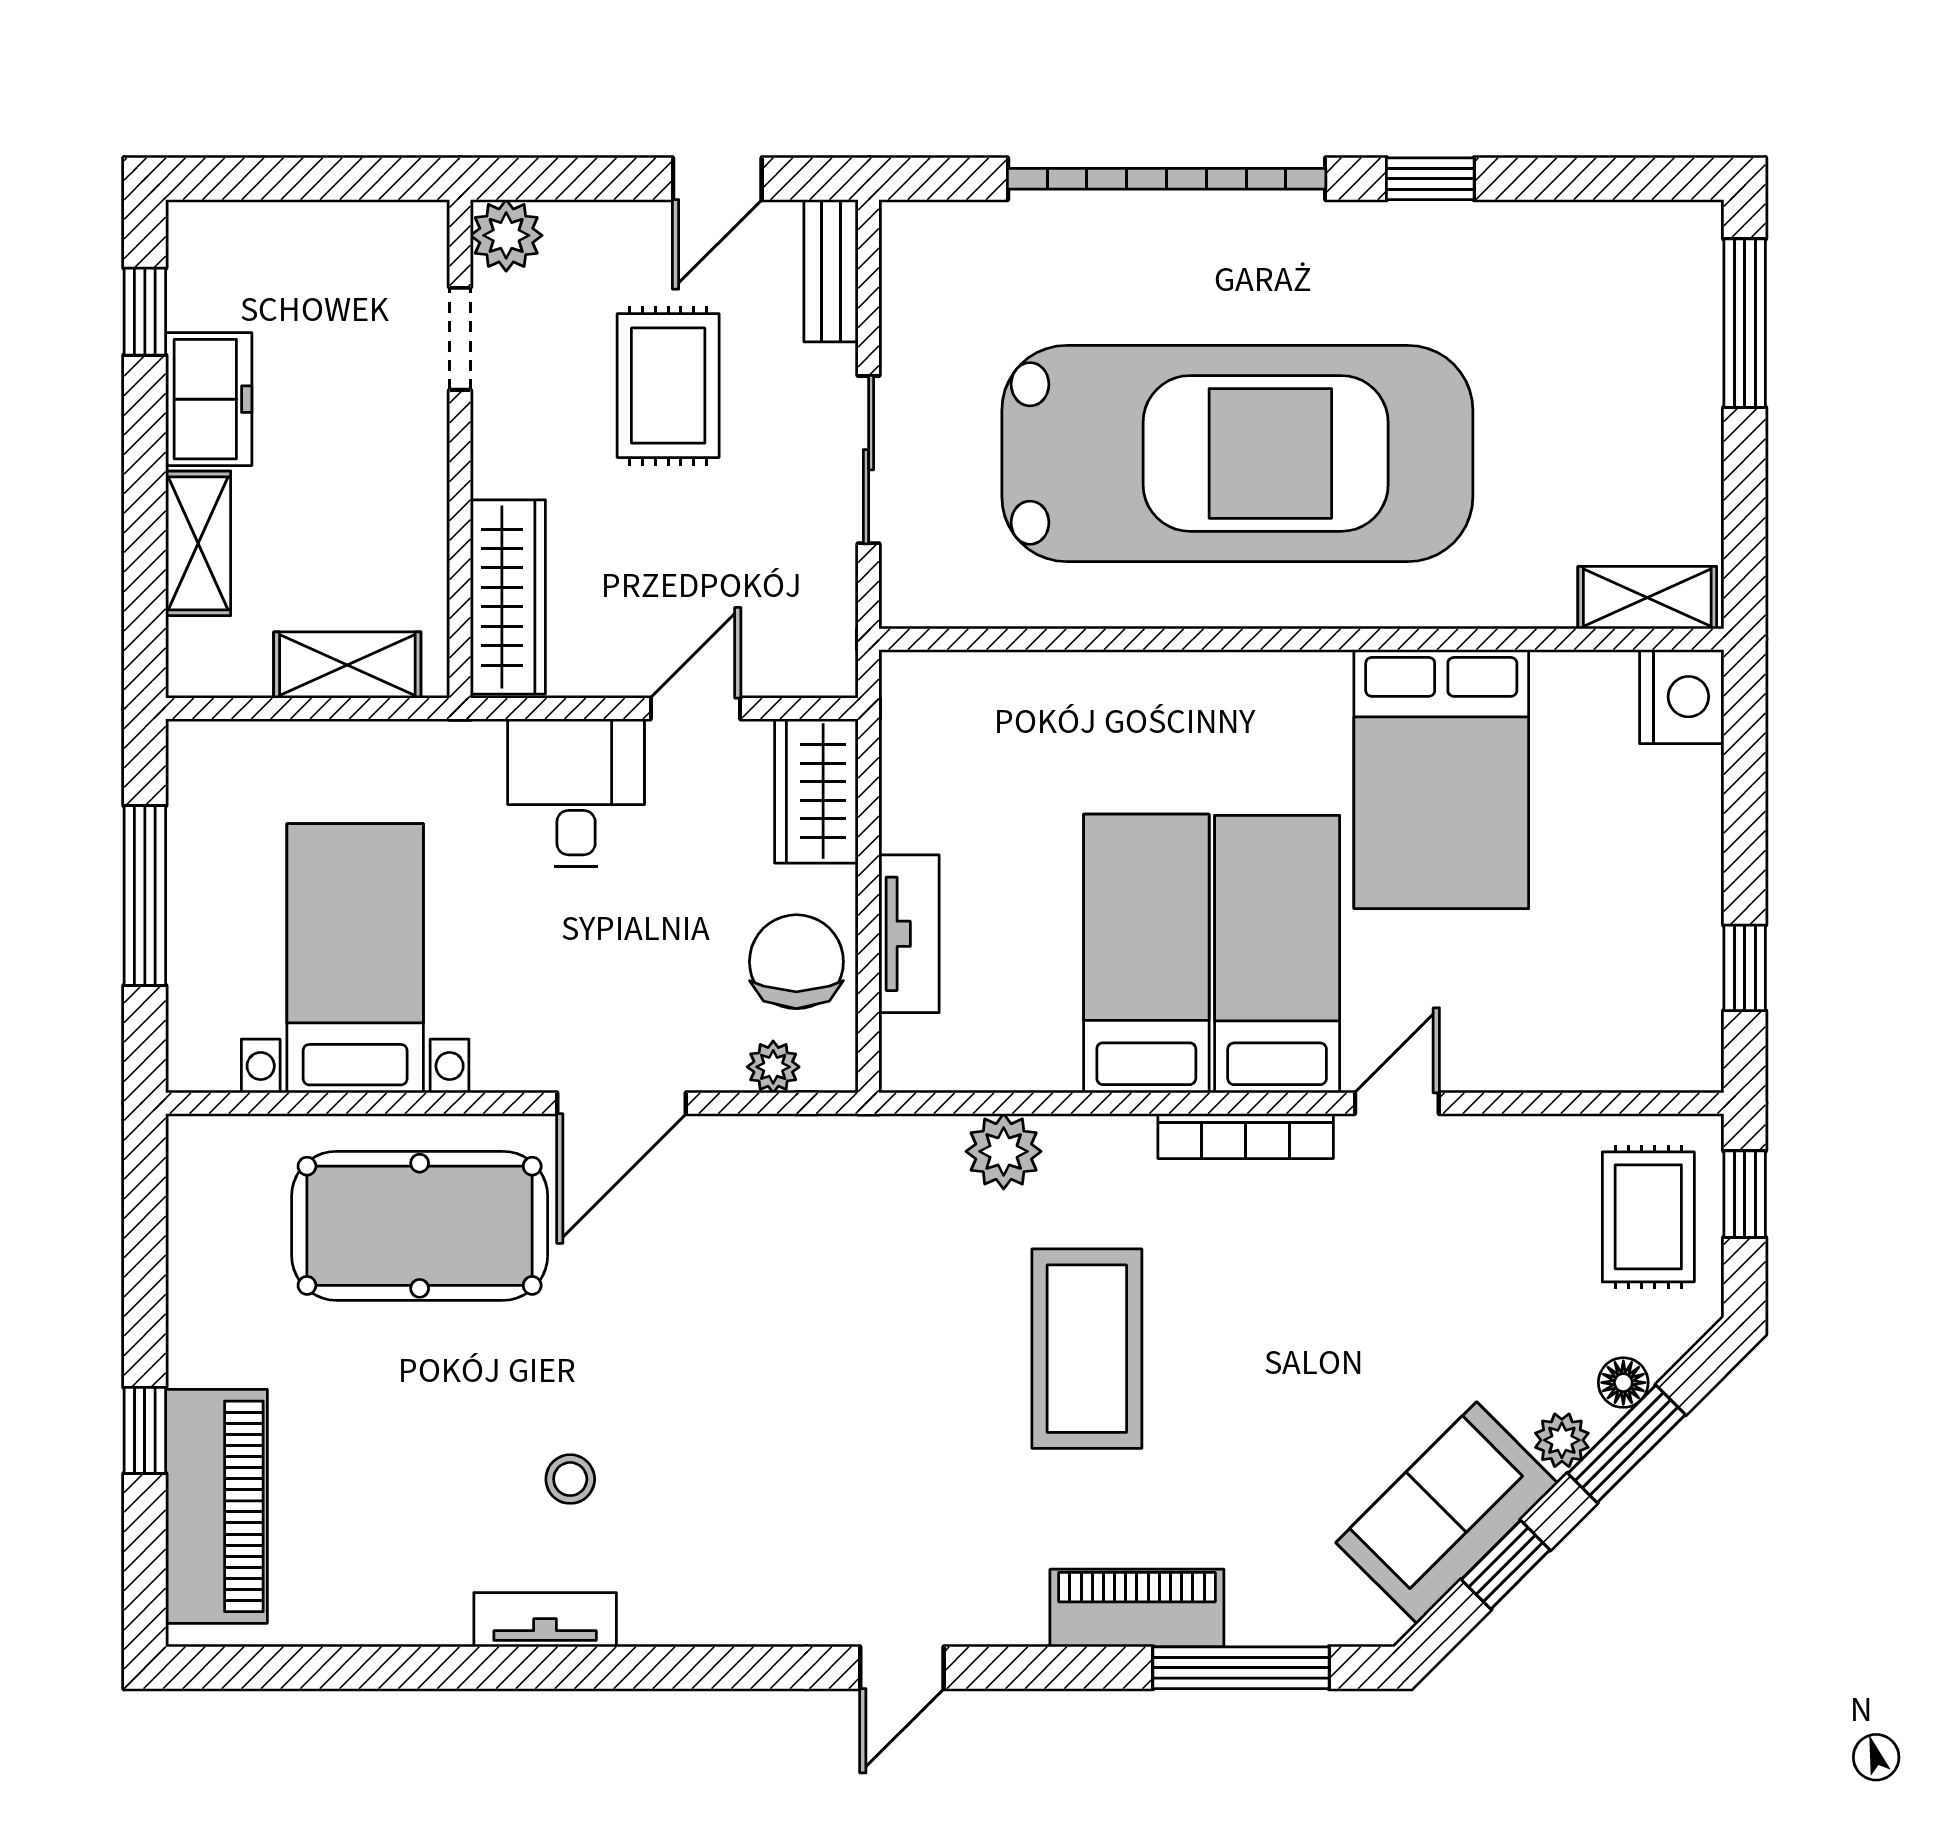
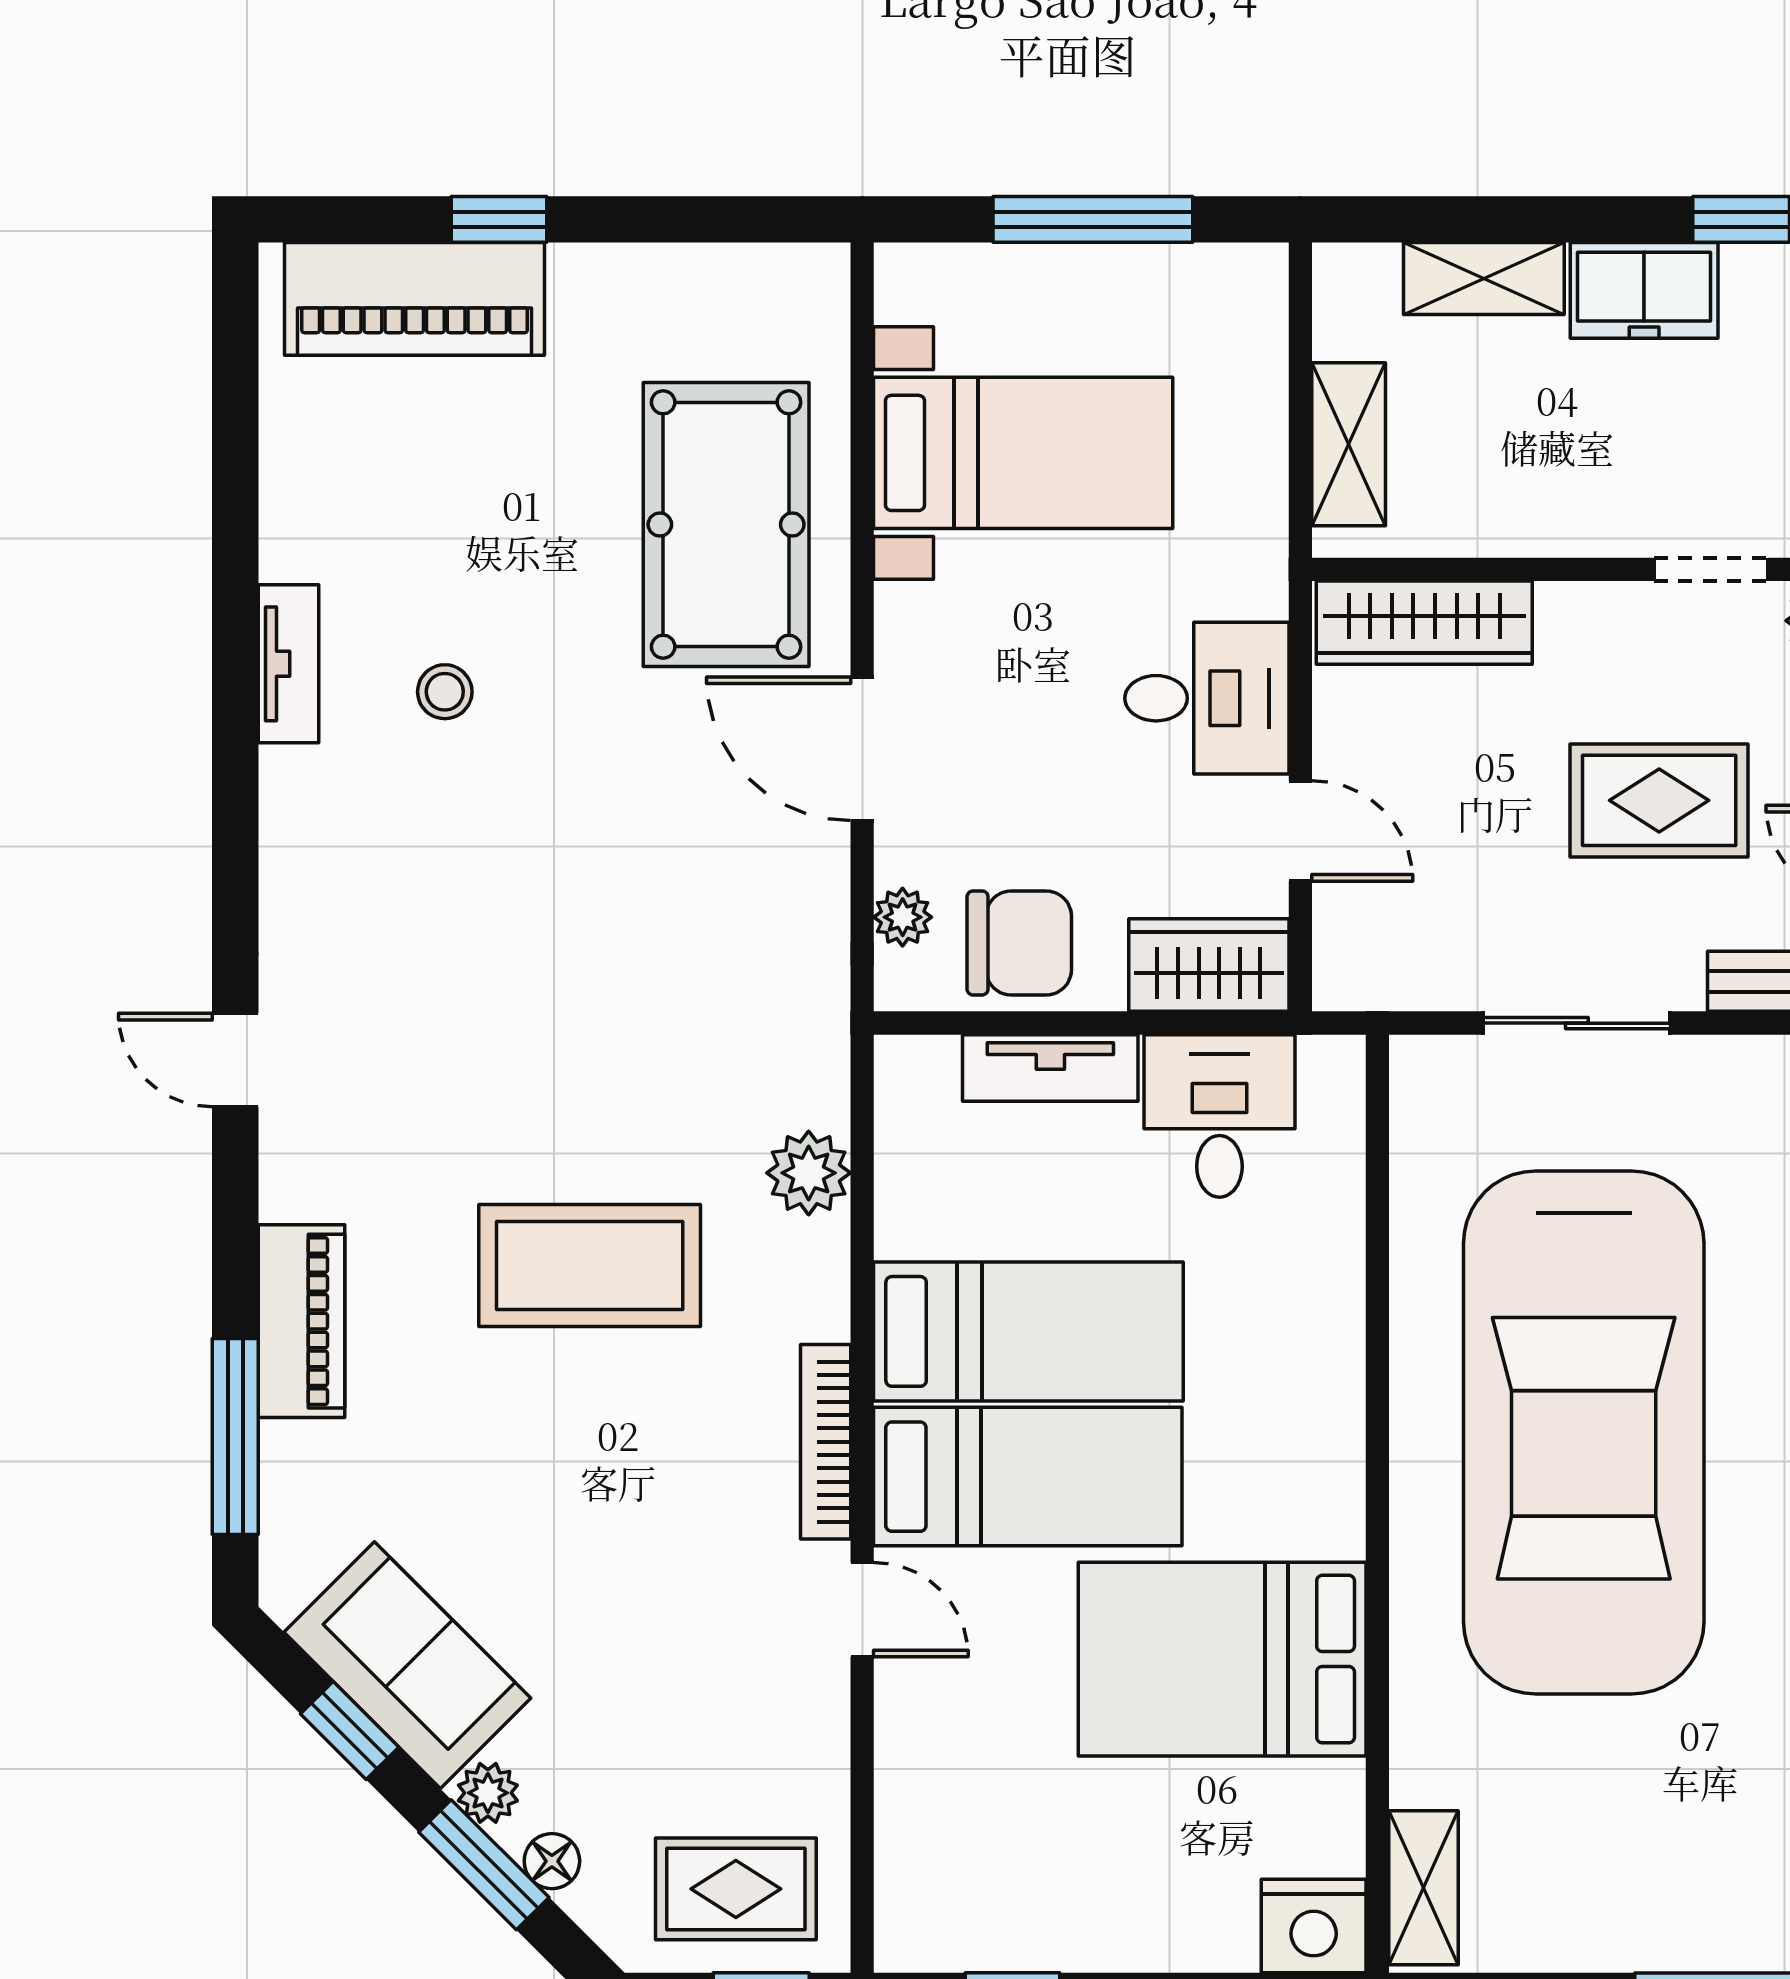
desk: (952, 781) -> (1219, 1116), added

